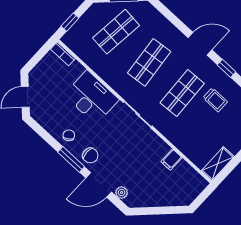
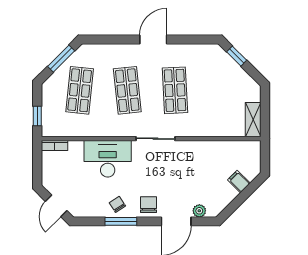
window: (226, 68) -> (192, 39), removed
trolley: (215, 100) -> (205, 72), removed
chair: (90, 155) -> (148, 205), turned -90
window: (71, 159) -> (121, 221), moved
filing cabinet: (171, 160) -> (239, 182), moved, turned 135

